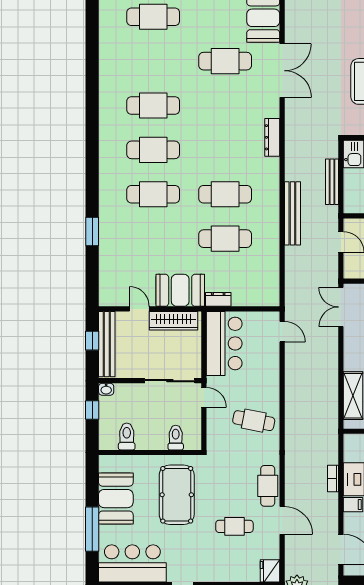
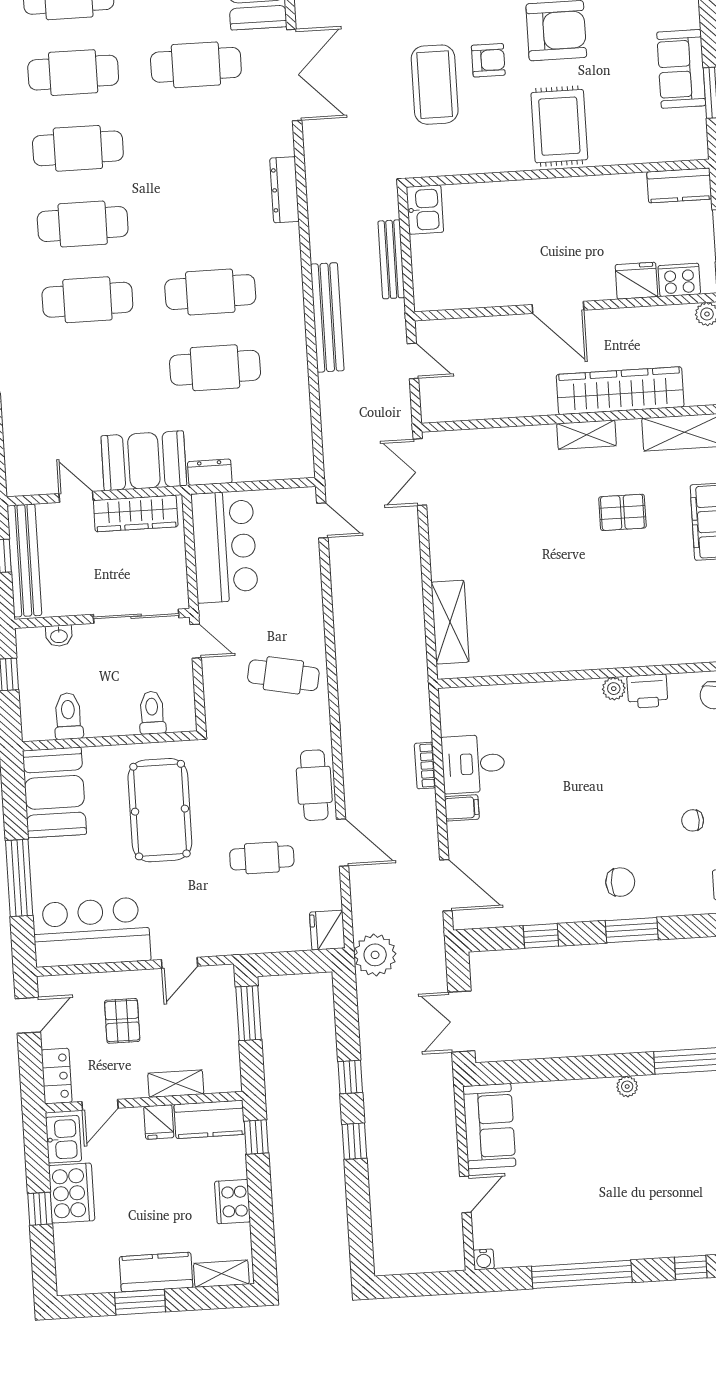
cafe table: (153, 61) -> (73, 73), added
washbasin: (106, 389) -> (59, 636), moved
booth: (116, 499) -> (54, 792), moved

